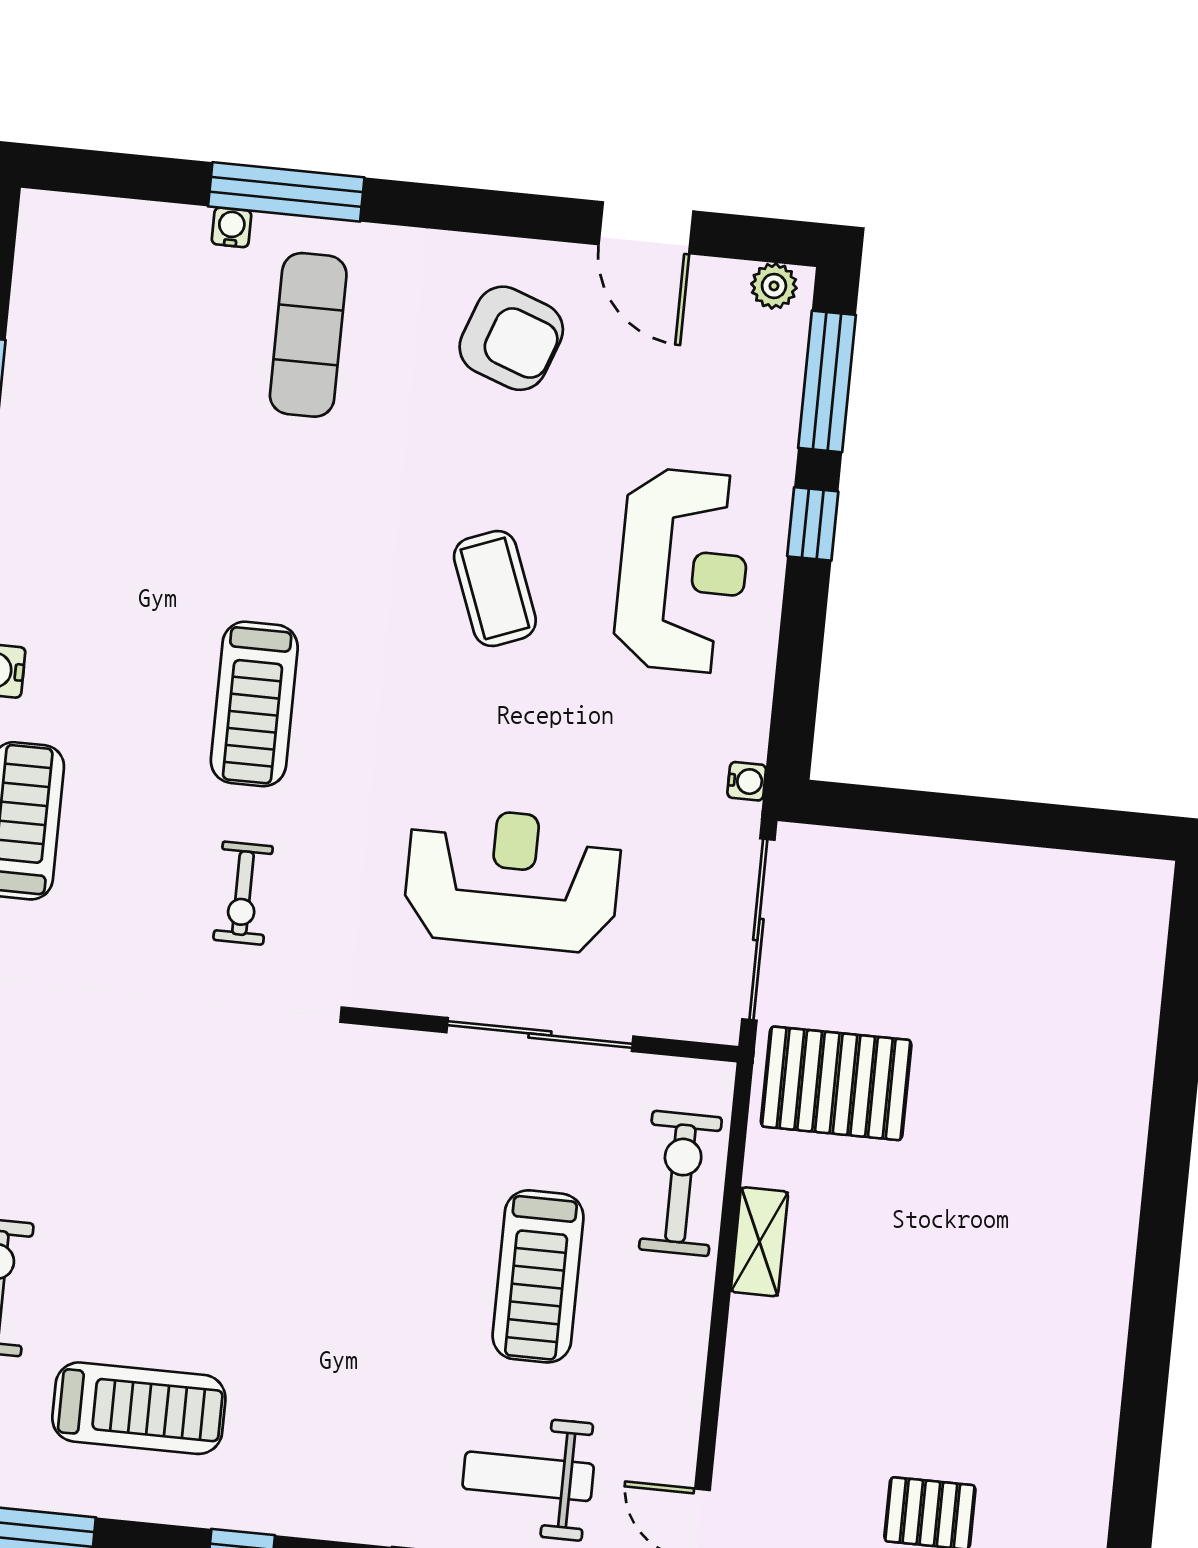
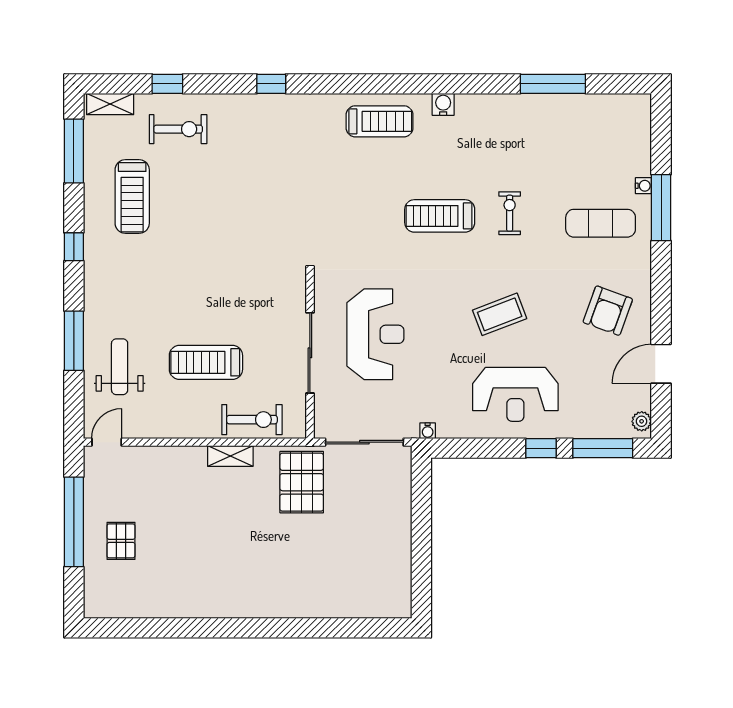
exercise bike: (243, 893) -> (510, 213), moved, turned 90

